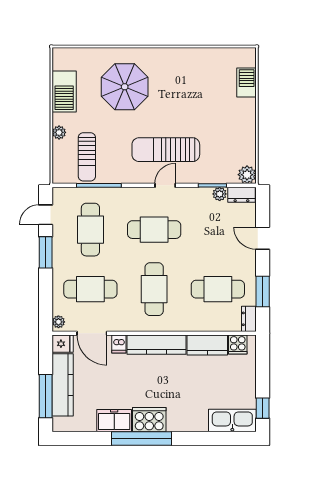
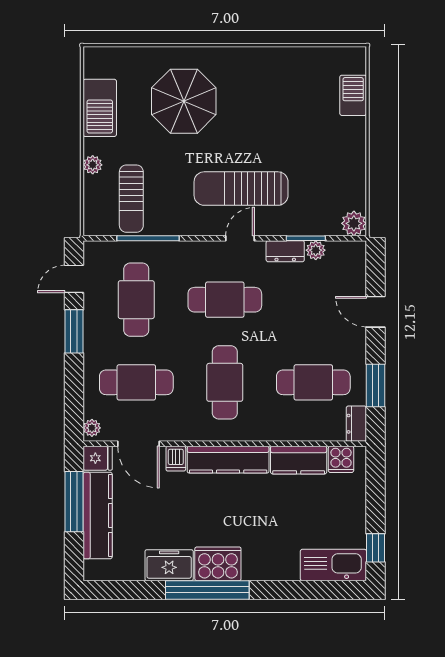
dresser: (241, 195) -> (285, 251), moved
window: (46, 396) -> (74, 502), moved

